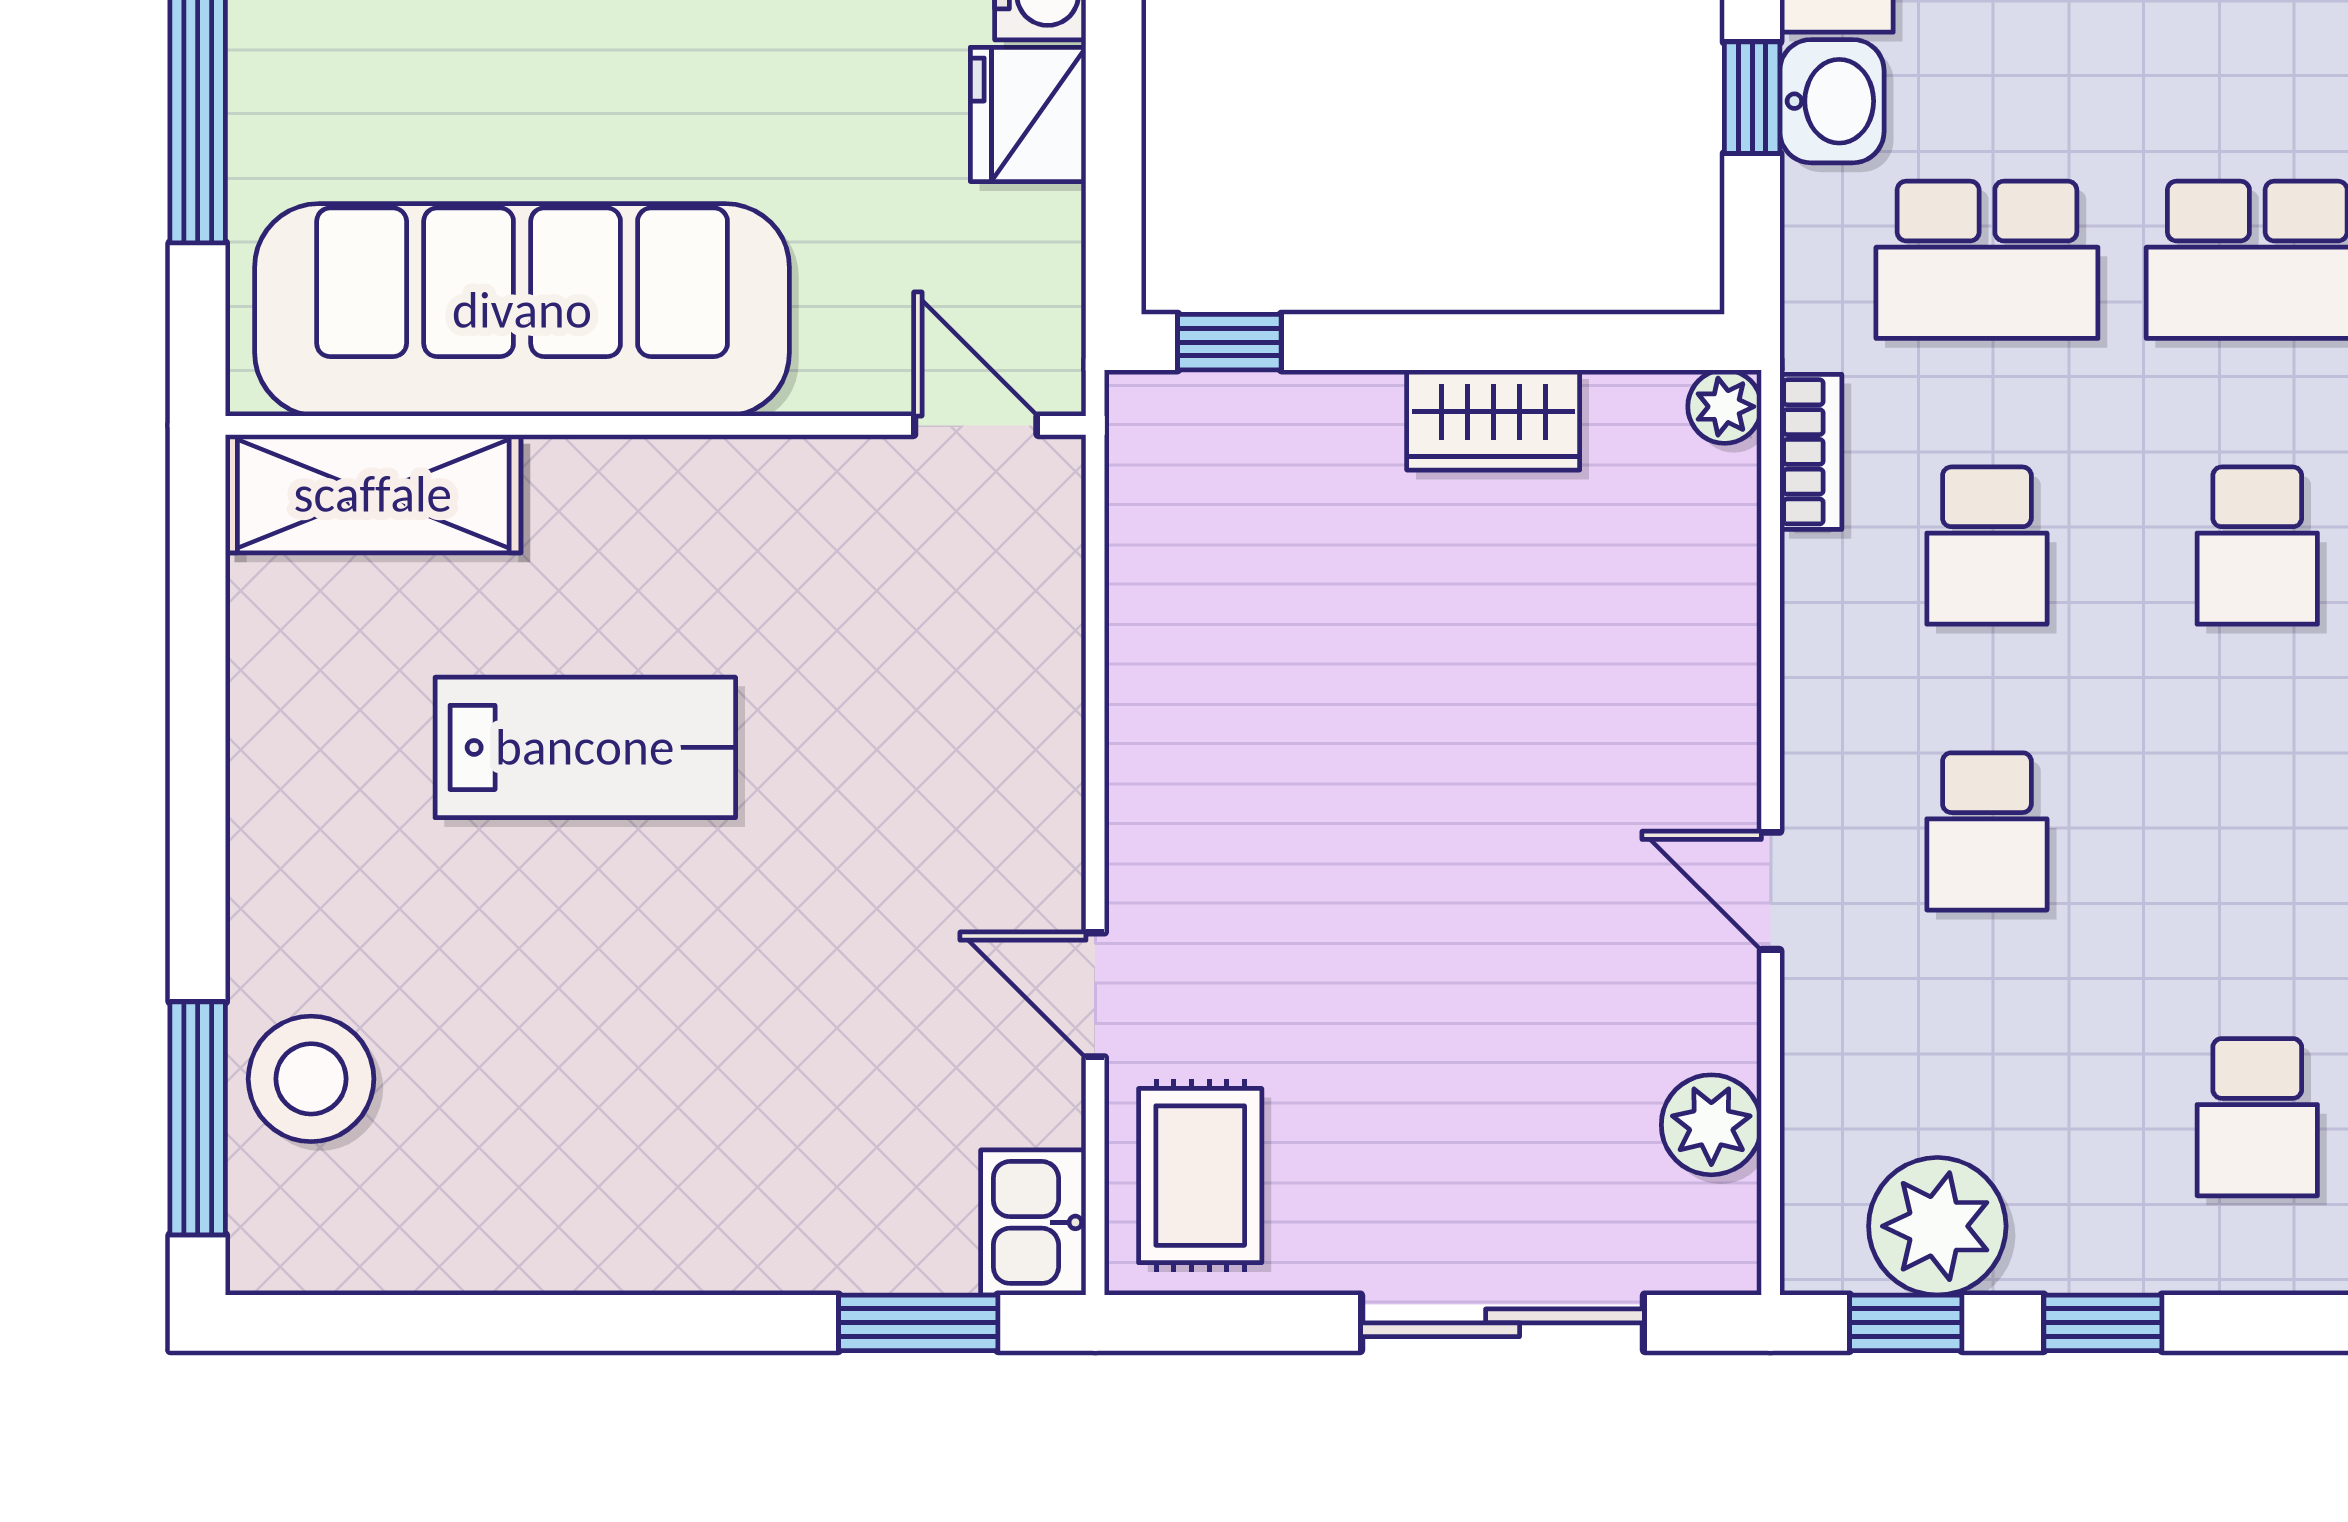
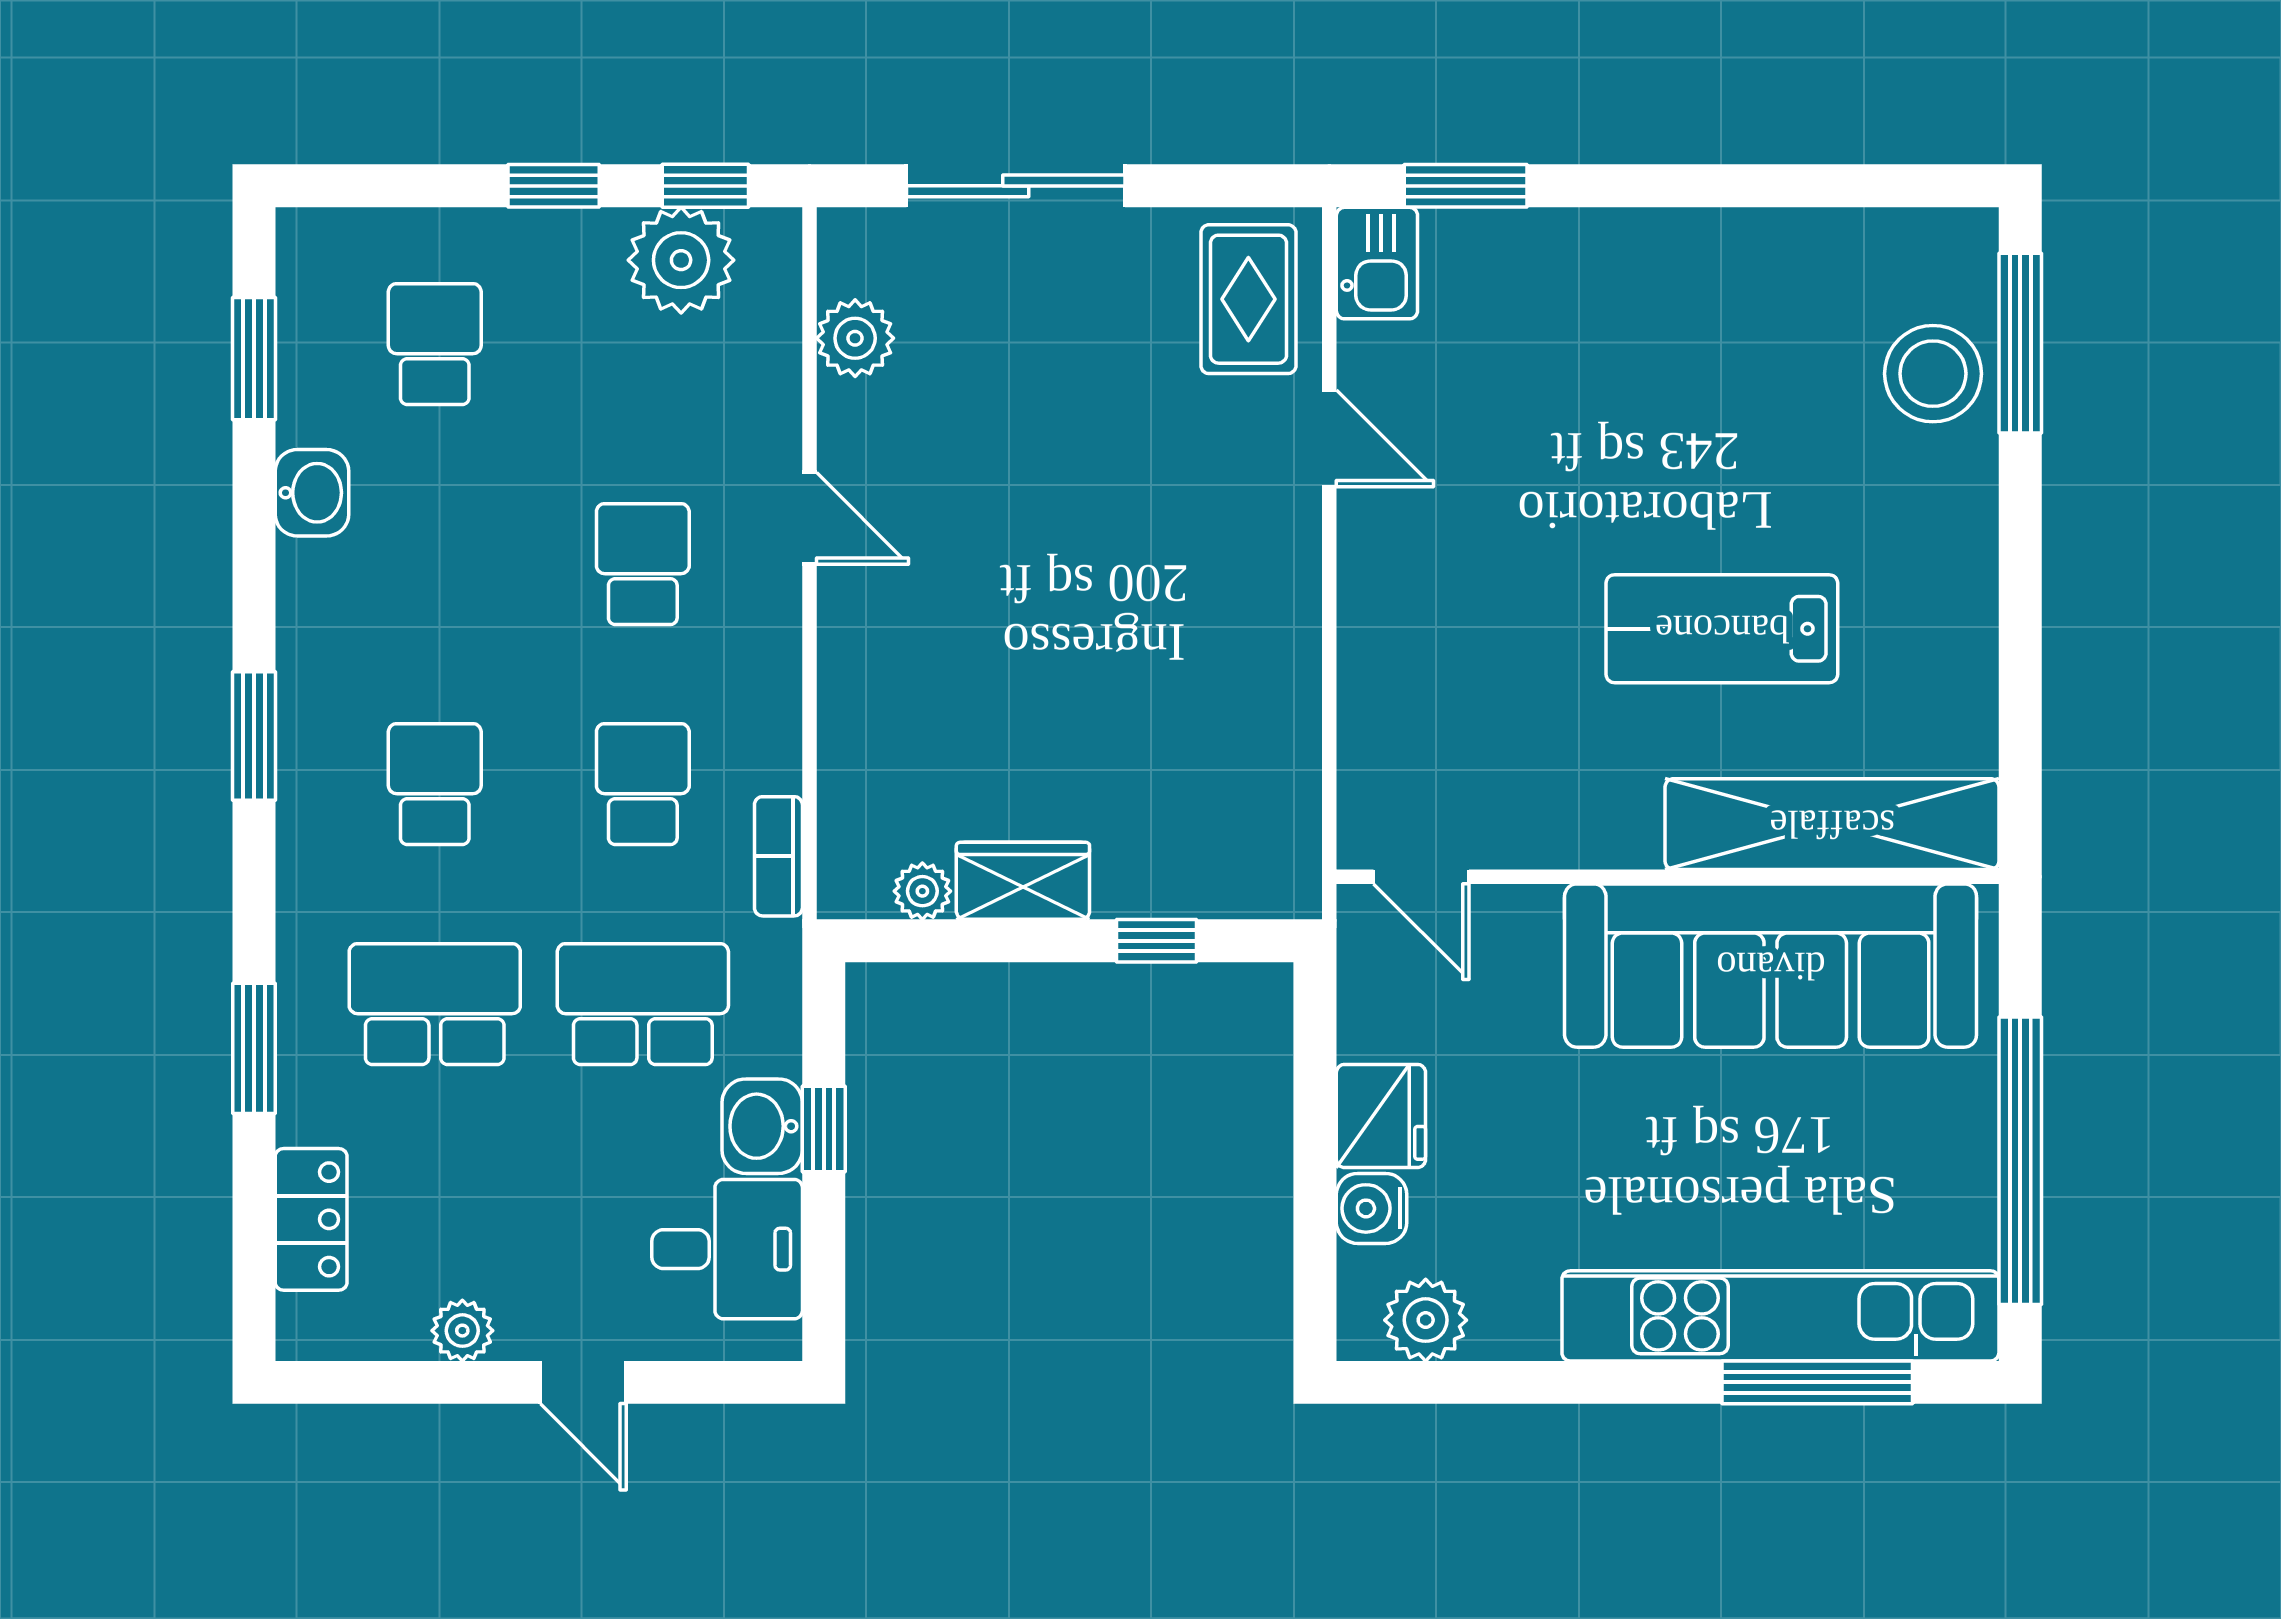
window: (1229, 342) -> (1156, 941), moved
plant: (1725, 407) -> (922, 891), moved
shelving: (373, 494) -> (1832, 824), width x1.47

